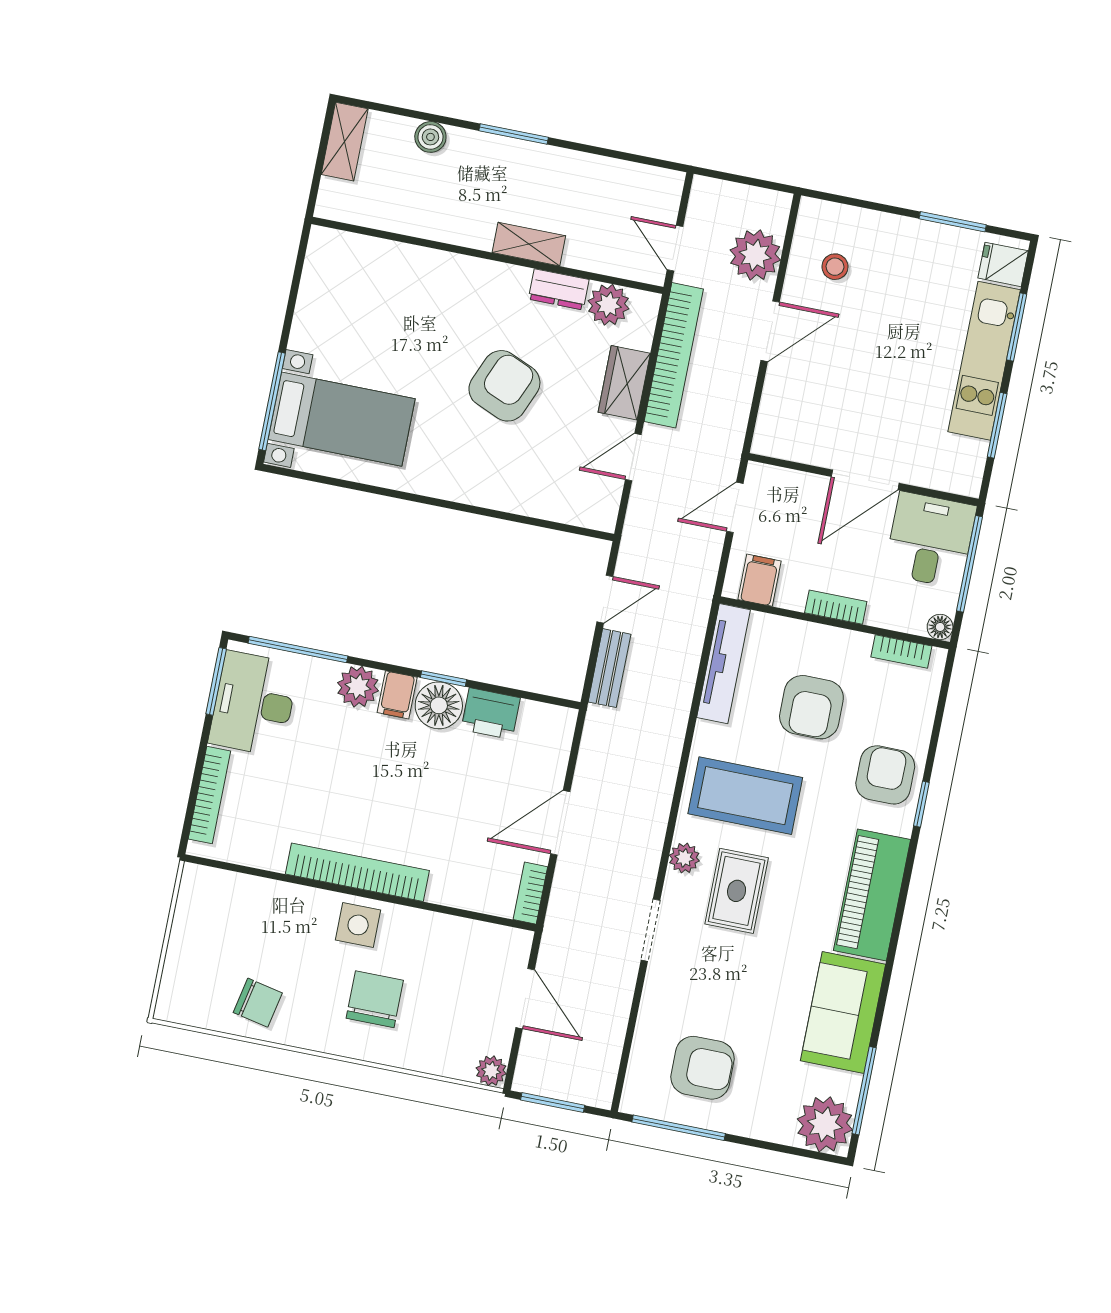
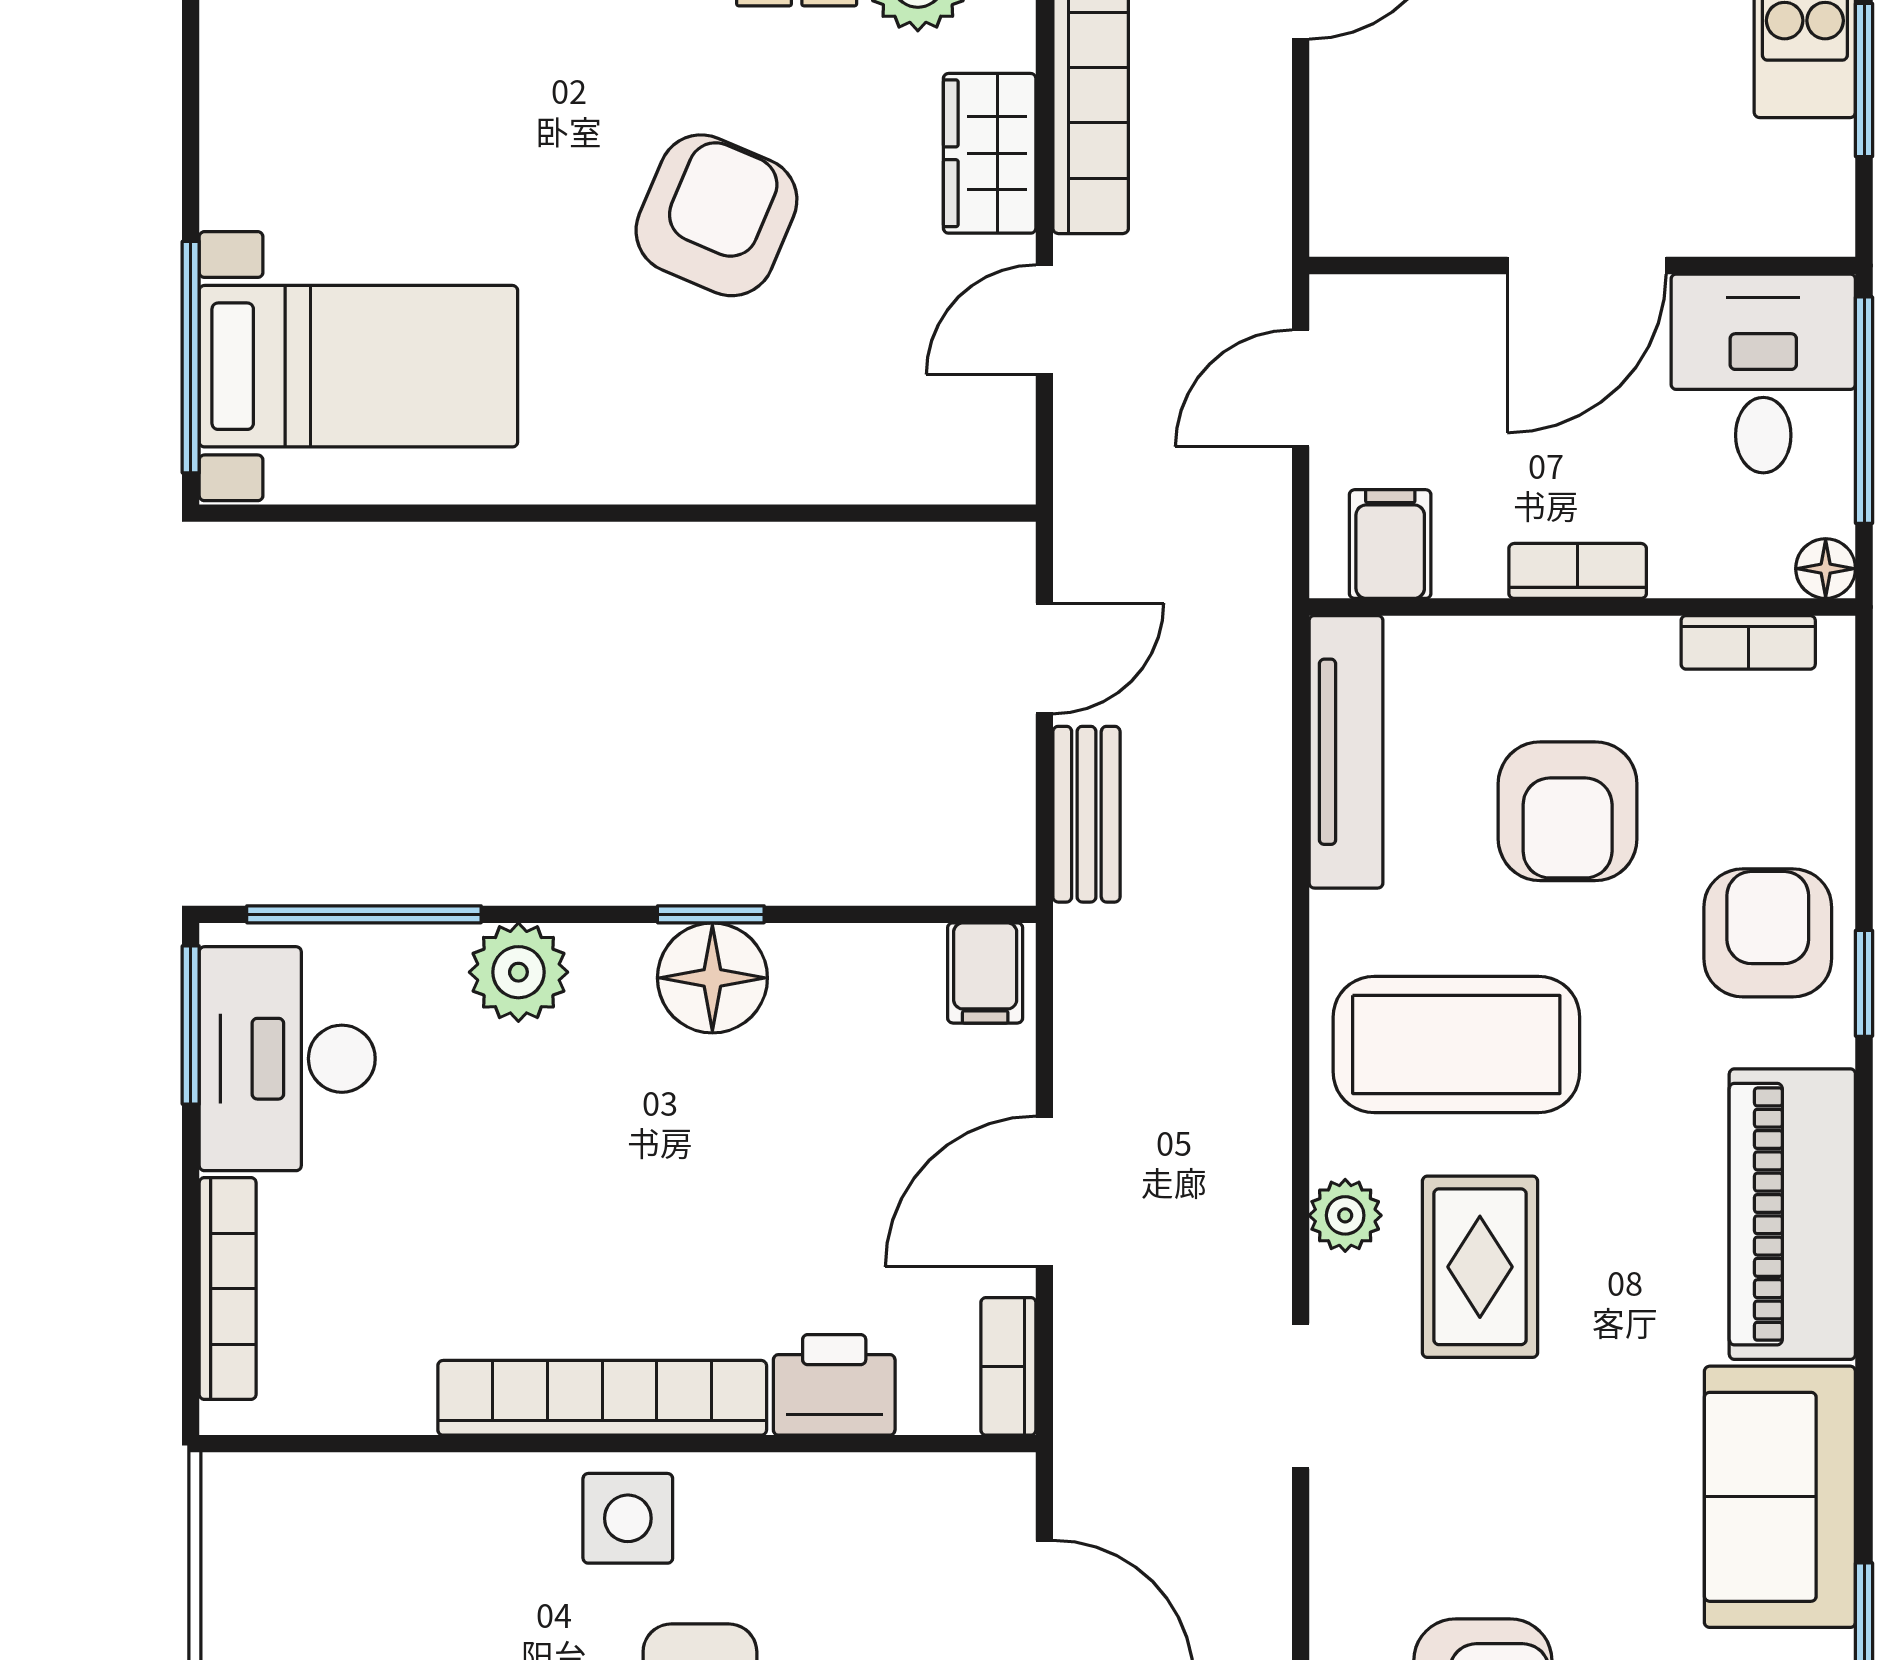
filing cabinet: (397, 695) -> (985, 973), moved
printer: (491, 714) -> (834, 1385), moved, turned 180

